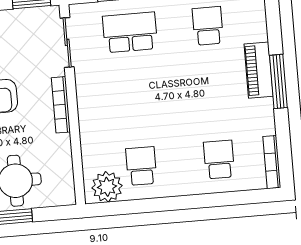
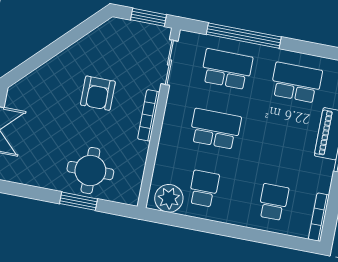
school desk: (208, 26) -> (296, 83), width x1.85
school desk: (136, 99) -> (215, 129), added

